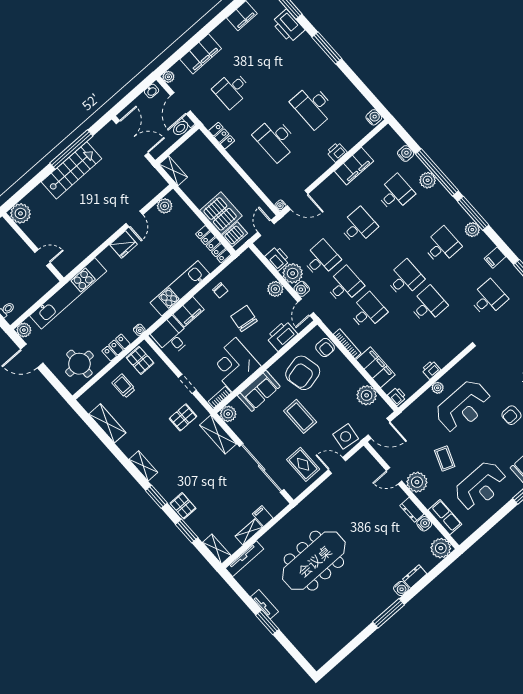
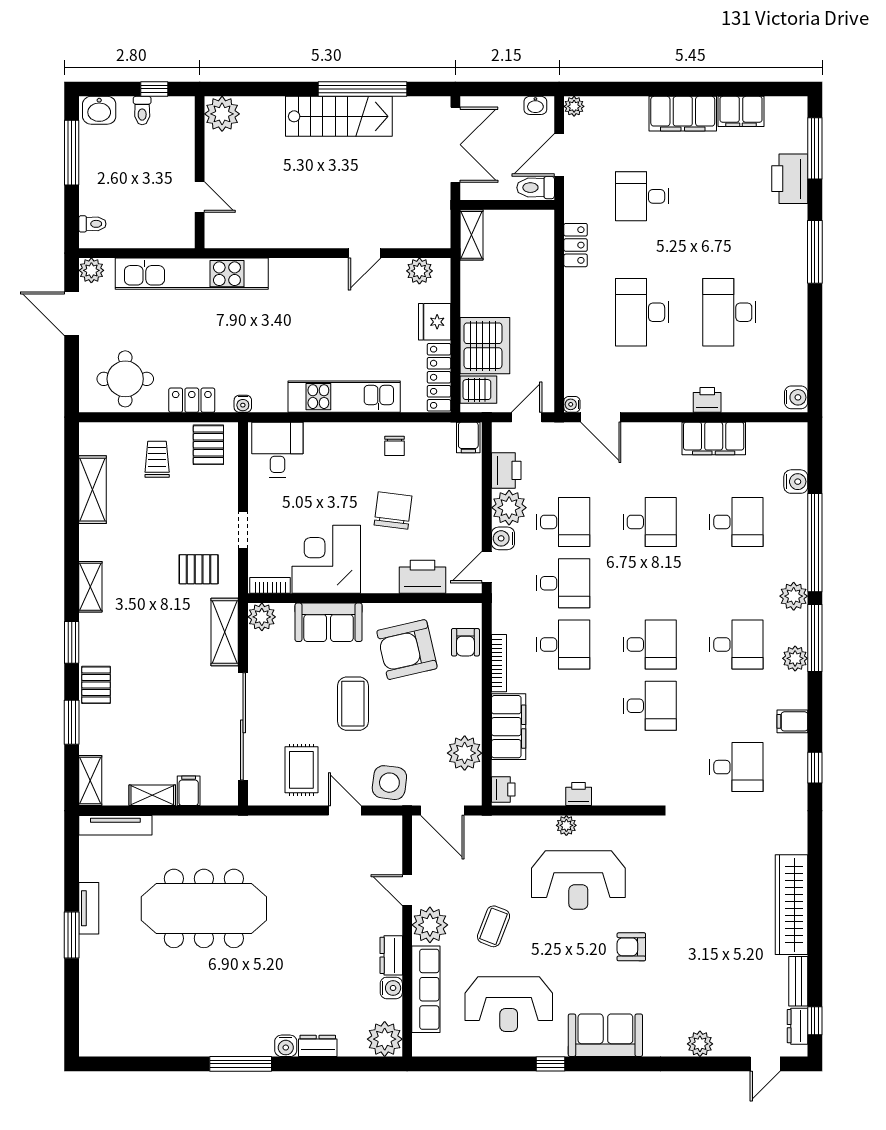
filing cabinet: (201, 54) -> (683, 114), moved
plant: (428, 180) -> (794, 596), moved
fridge: (123, 244) -> (435, 322), moved, turned 90
plant: (275, 289) -> (468, 508), removed
filing cabinet: (189, 312) -> (468, 437), moved, width x0.50
row of seats: (445, 517) -> (426, 989), width x1.48

